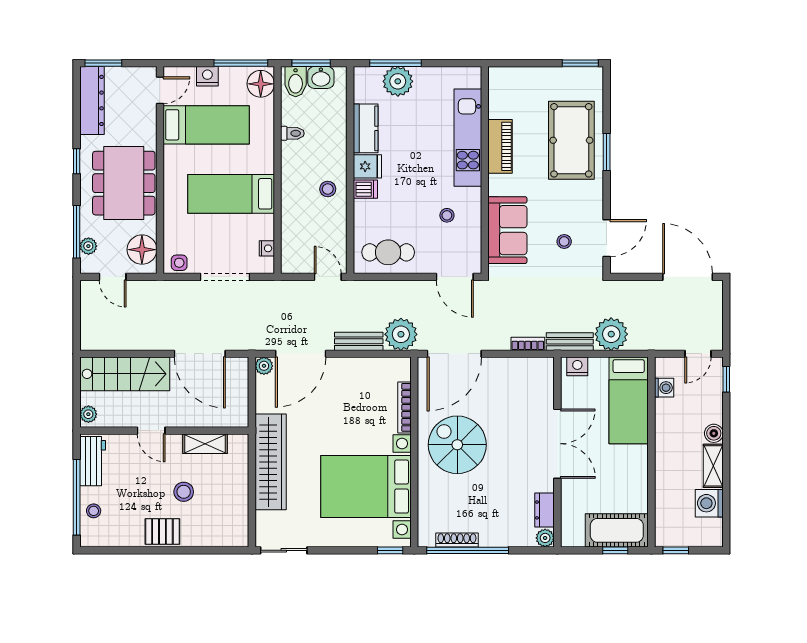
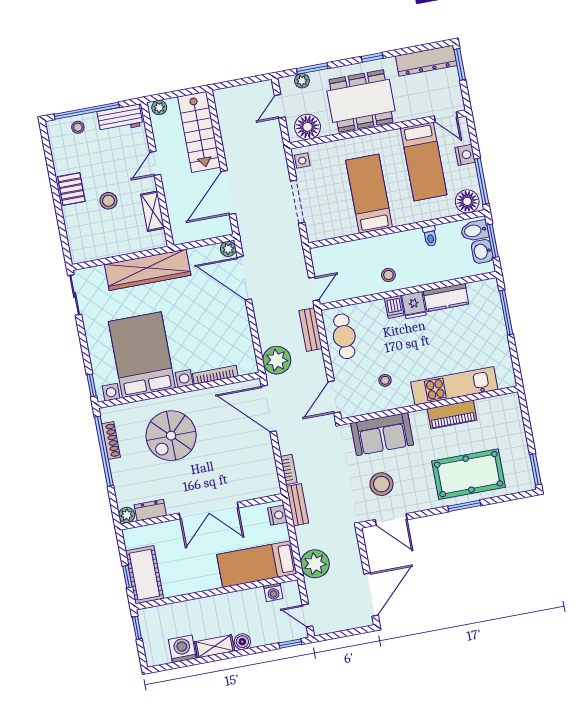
plant: (398, 81) -> (491, 317), removed
window: (77, 232) -> (312, 69), width x0.69
stool: (564, 241) -> (381, 484), width x1.89, depth x1.89
nightstand: (267, 248) -> (328, 233), removed
plant: (611, 334) -> (315, 564), moved
bench: (359, 341) -> (311, 330), moved
spiral stairs: (457, 445) -> (171, 436), moved, turned 180

